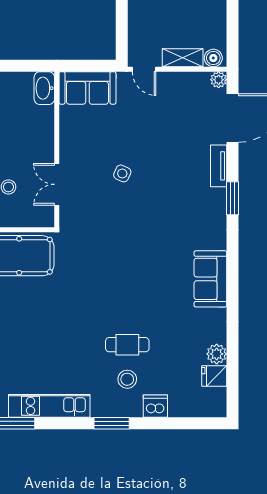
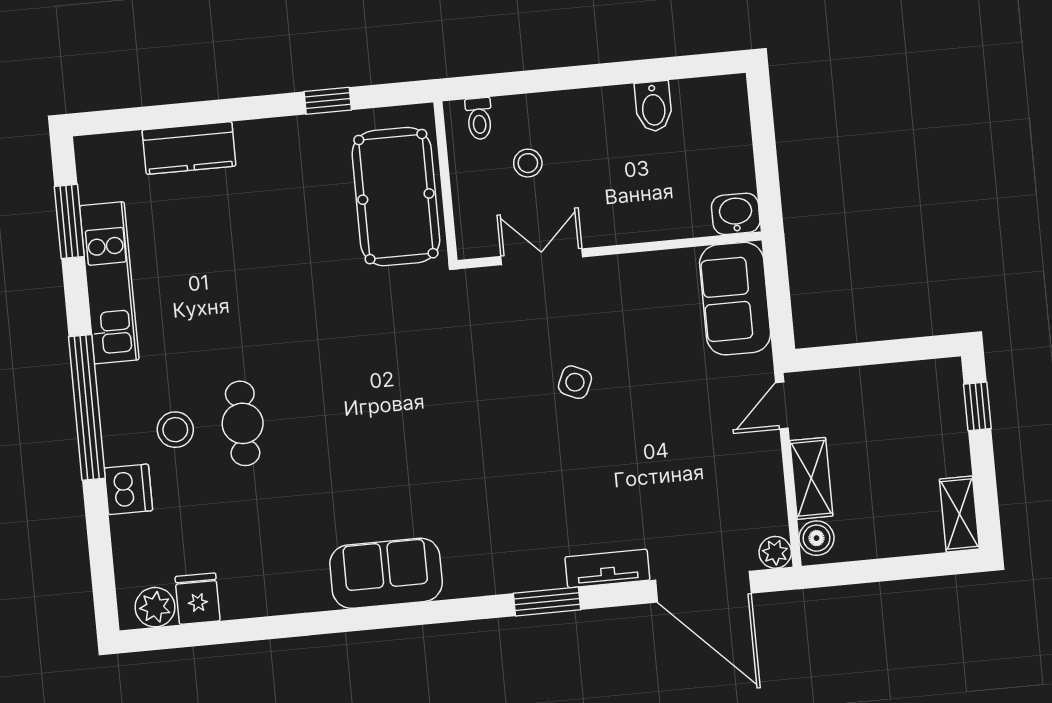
washbasin: (44, 88) -> (736, 214), width x0.72
plant: (217, 354) -> (155, 607), moved
window: (112, 423) -> (87, 407), width x2.11

